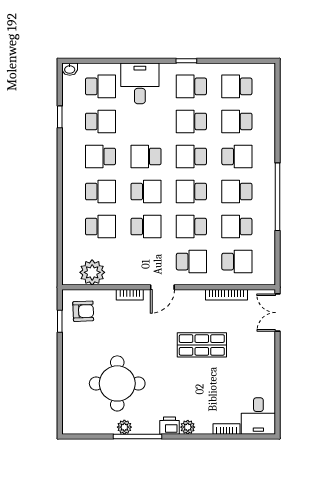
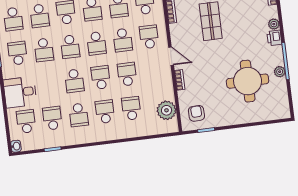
school desk: (191, 86) -> (18, 53), turned 180

